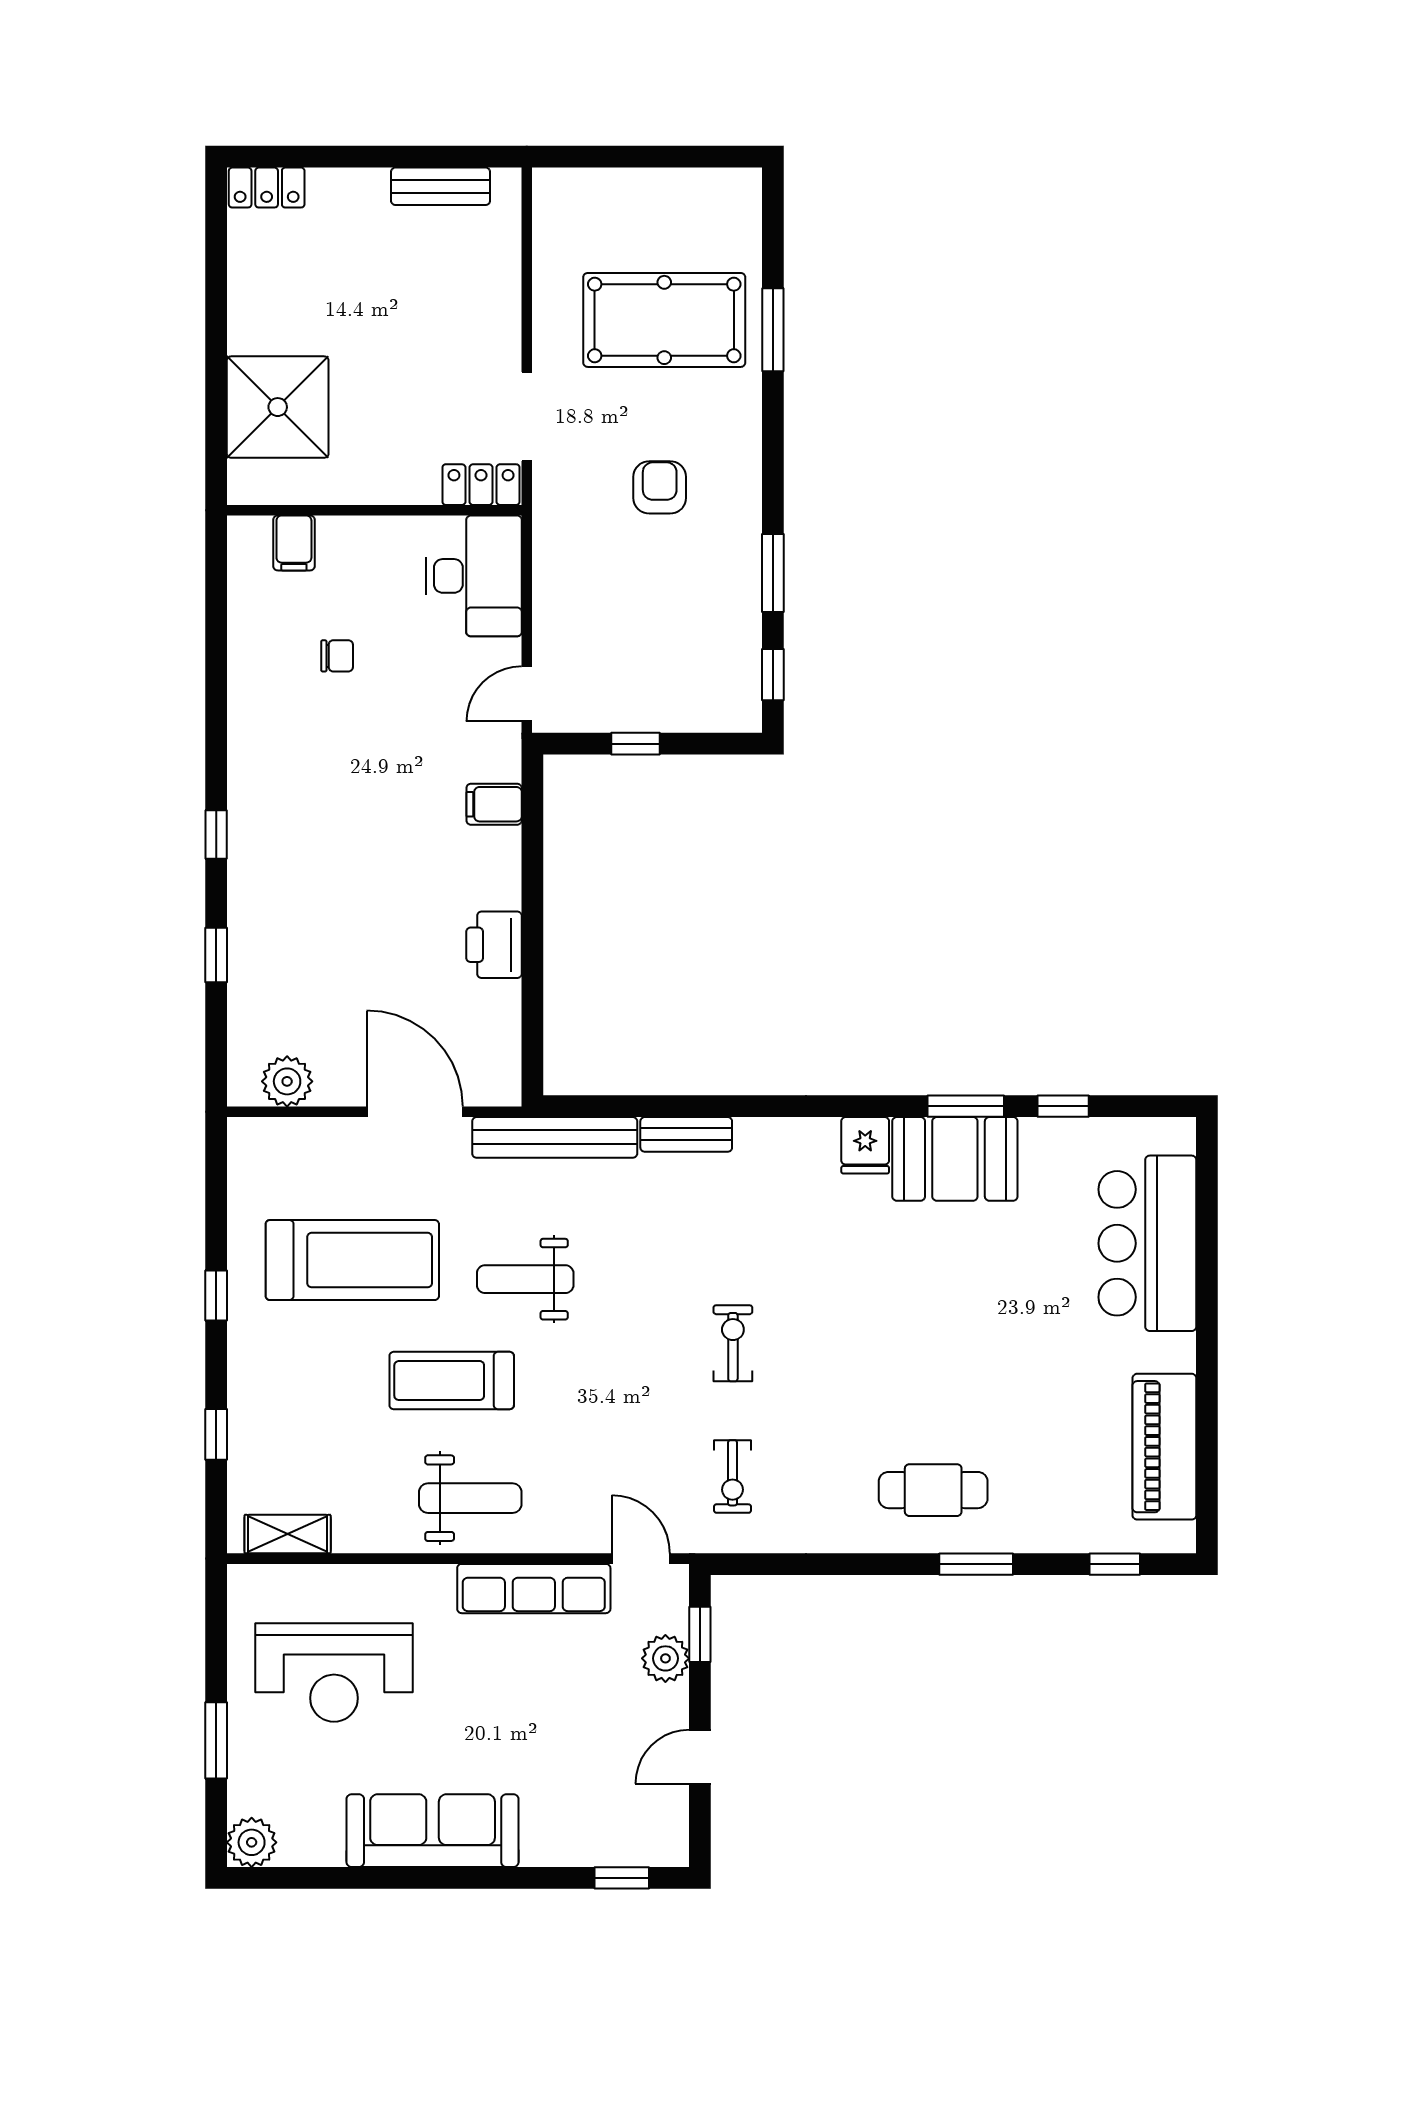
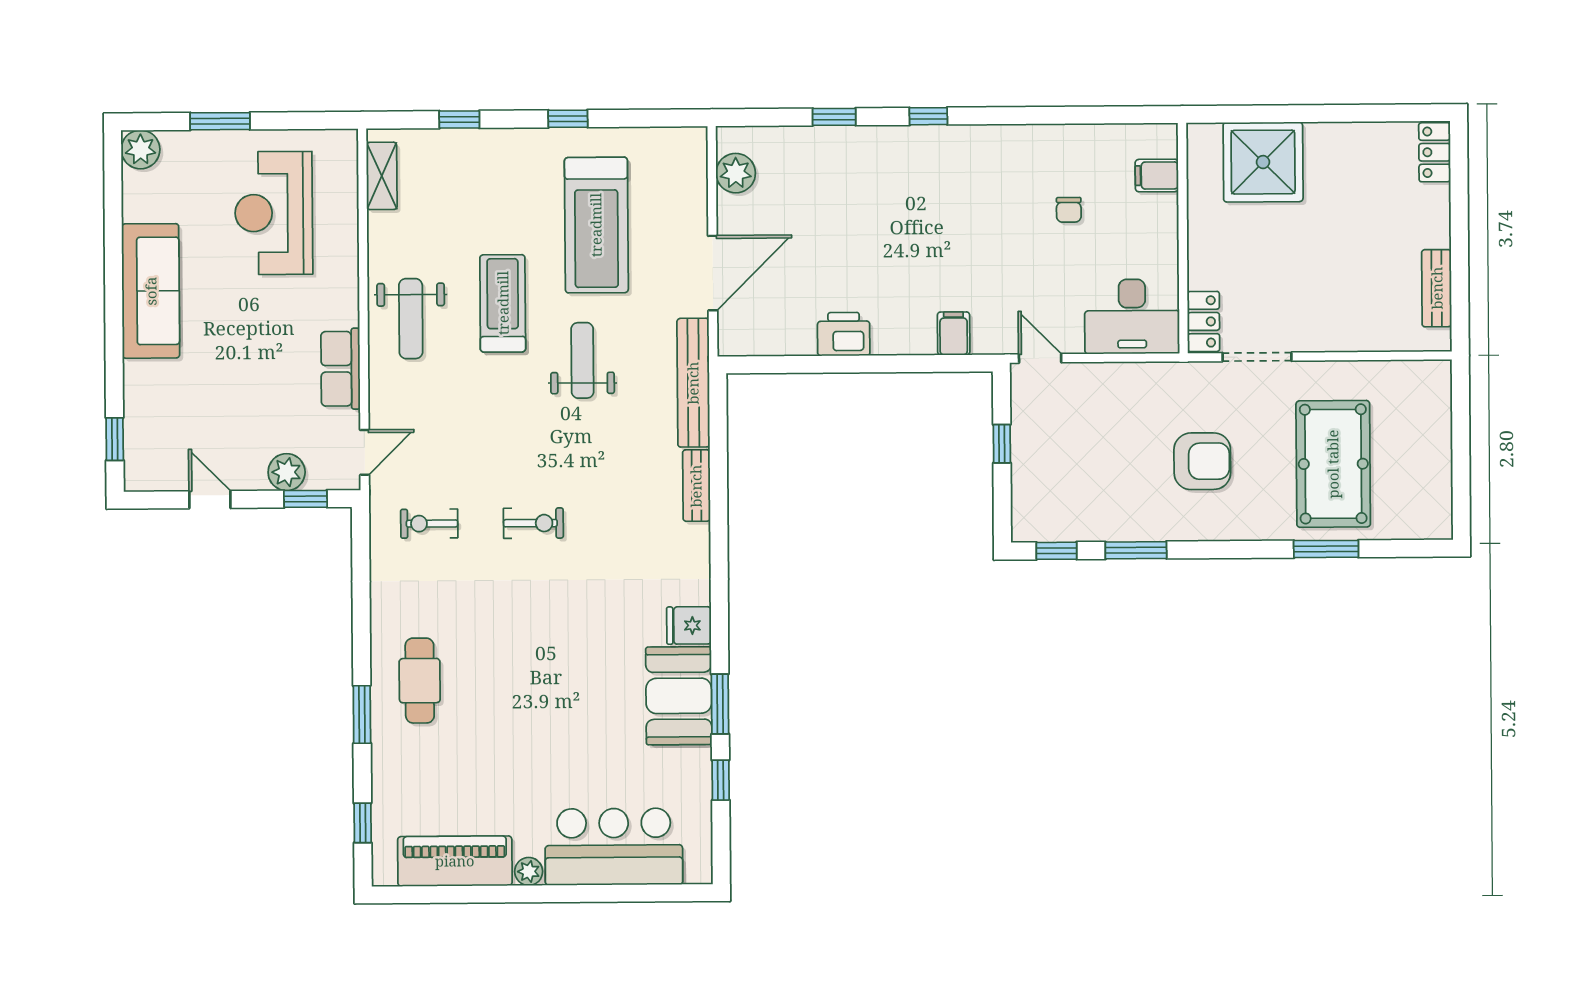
armchair: (660, 487) -> (1202, 461), width x1.38, depth x1.38
plant: (1178, 1352) -> (529, 871), added
row of seats: (534, 1589) -> (341, 369), width x0.68

